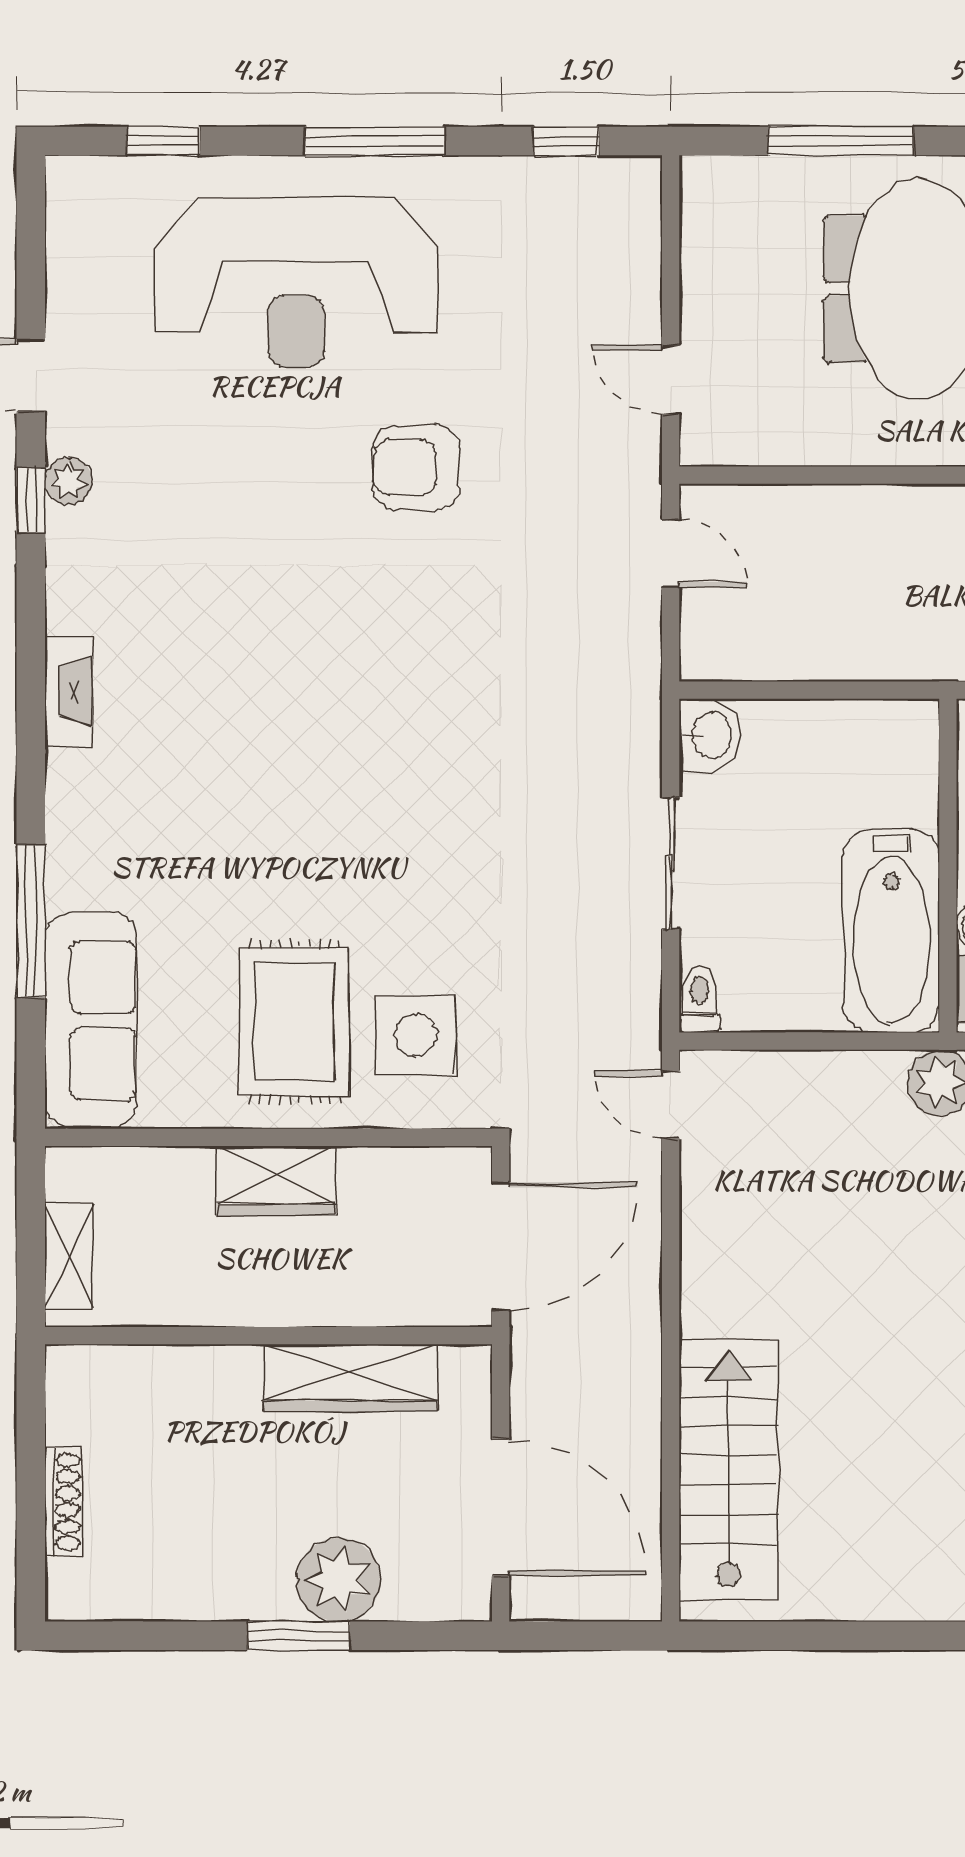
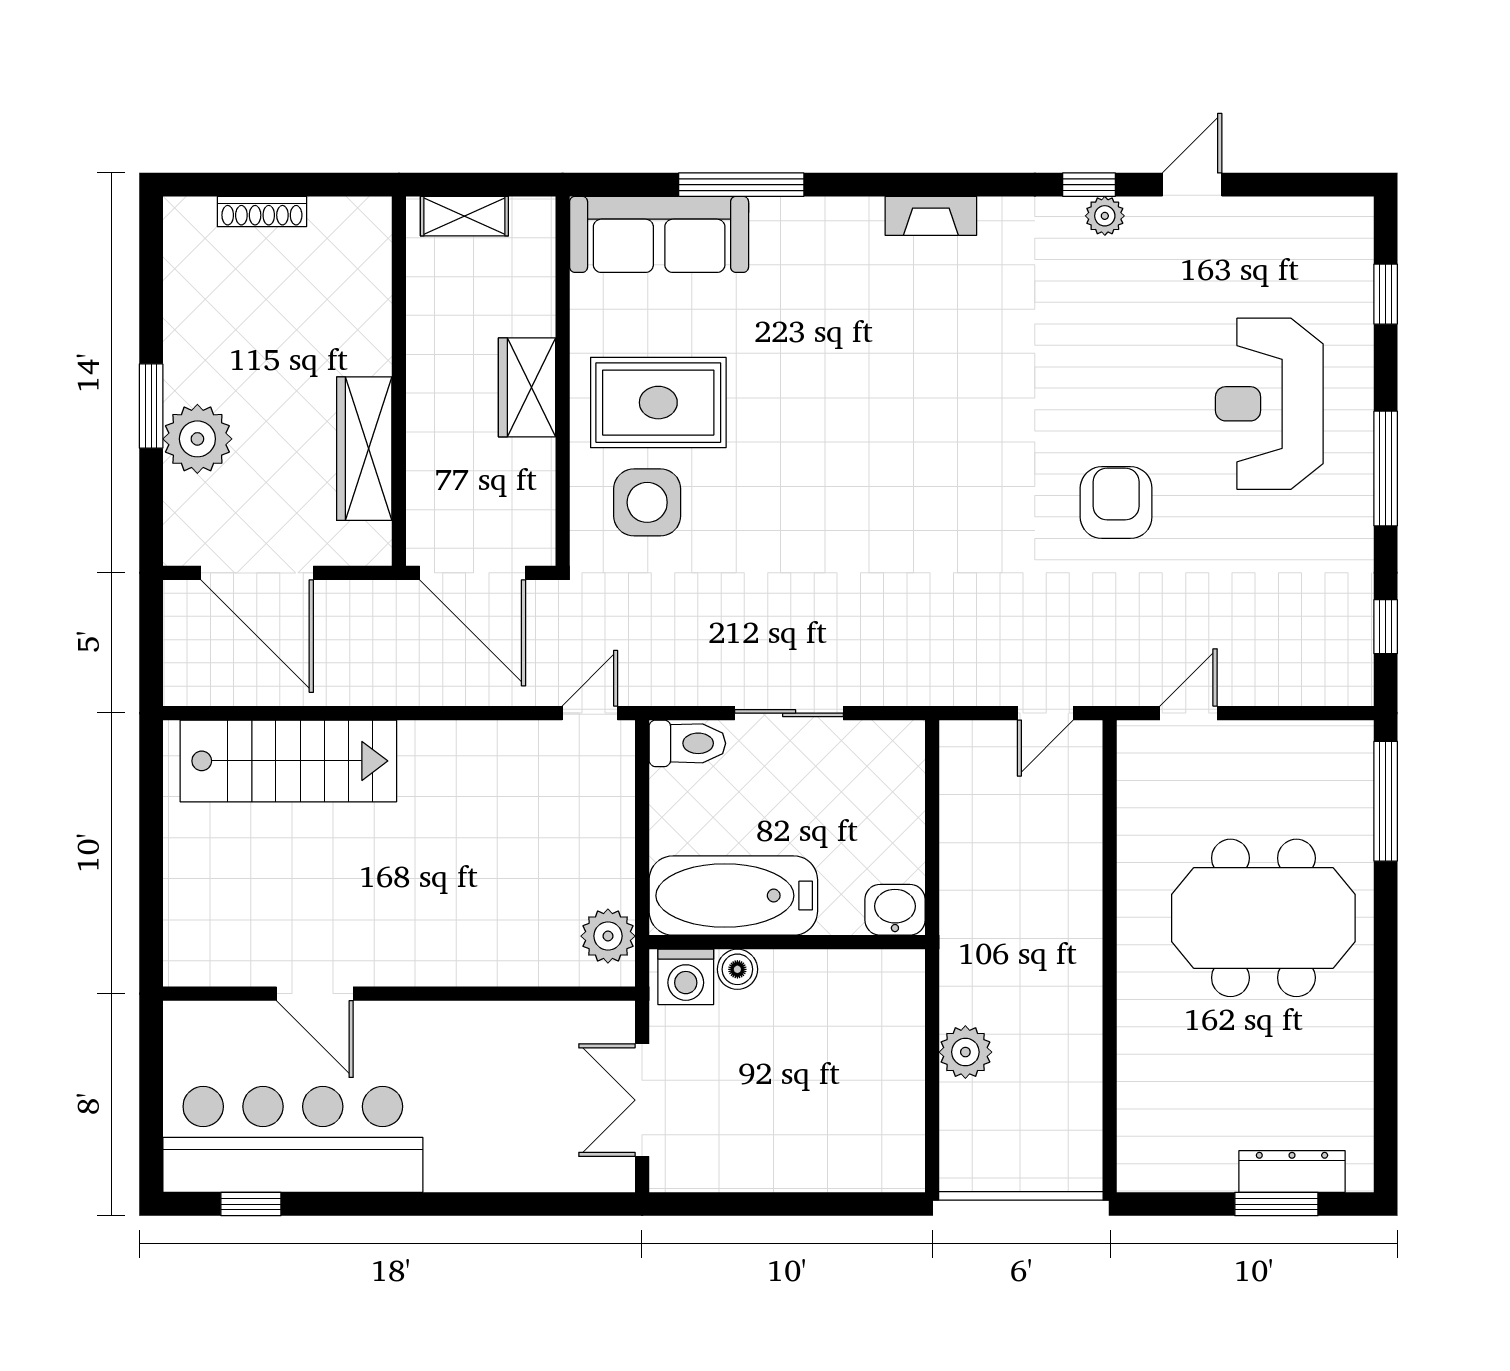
window: (841, 141) -> (1386, 801), moved
reception desk: (296, 282) -> (1269, 404), width x0.74, depth x0.77
washbasin: (710, 735) -> (895, 910), moved, turned 180
toilet: (700, 999) -> (687, 743), width x1.37, depth x1.39
door: (501, 1507) -> (257, 573), hinge flipped

